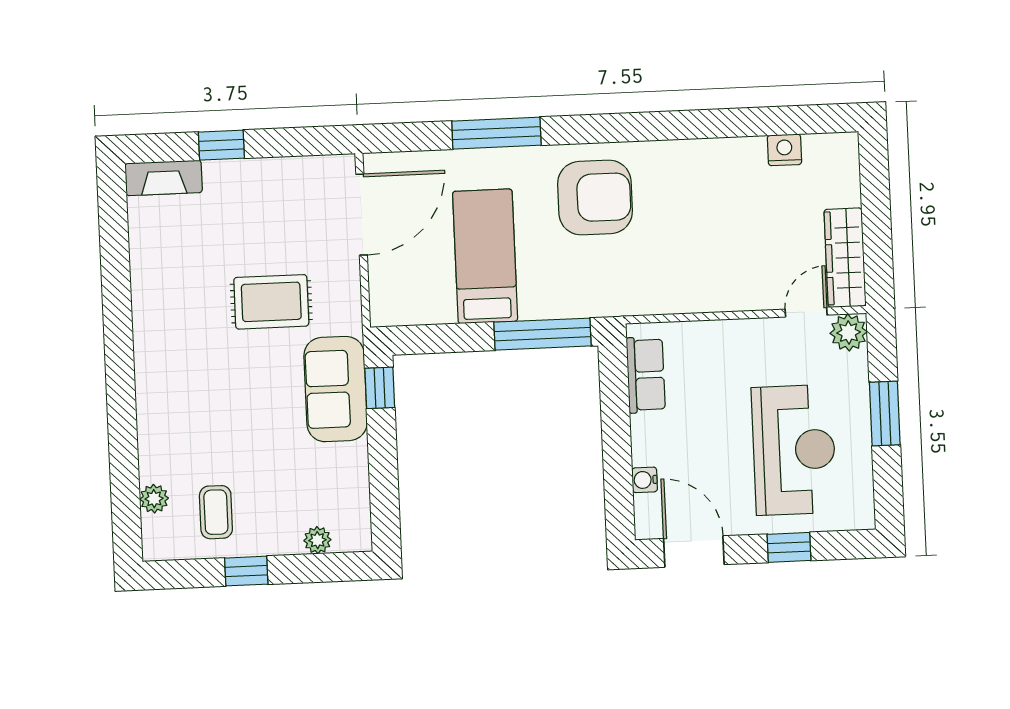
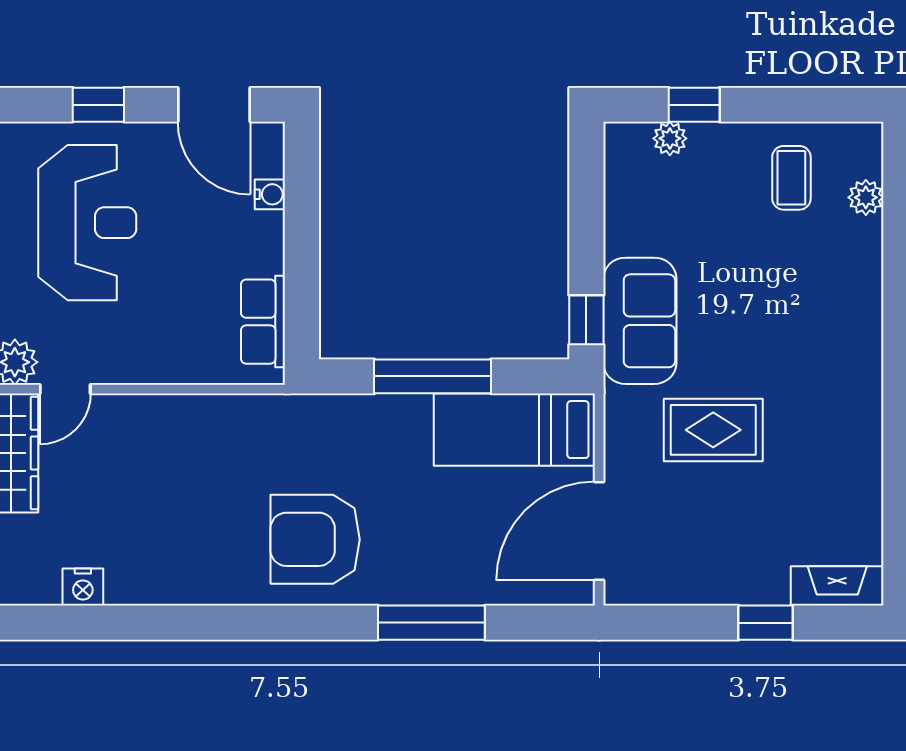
bed: (485, 256) -> (514, 430), moved, turned 90
window: (543, 334) -> (432, 376), moved
reception desk: (794, 450) -> (87, 223), turned 180
window: (246, 571) -> (694, 105), moved

